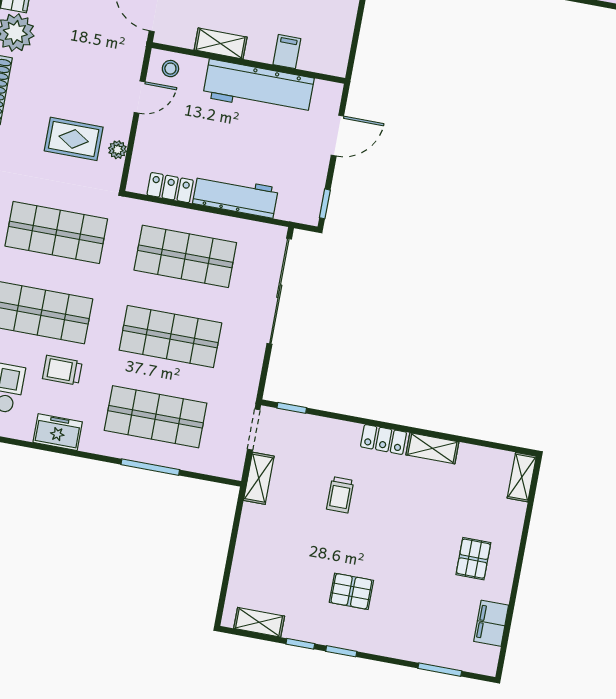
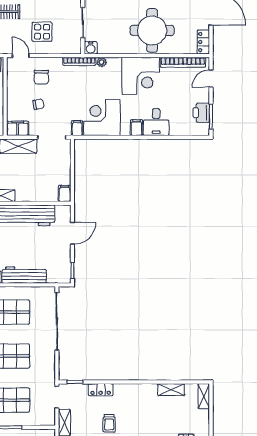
filing cabinet: (287, 52) -> (65, 193), moved
locker: (384, 439) -> (101, 390), moved
shelving: (432, 448) -> (171, 390), moved

